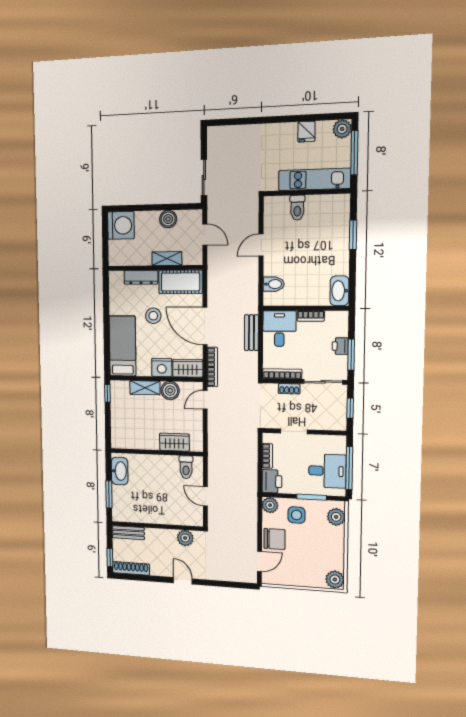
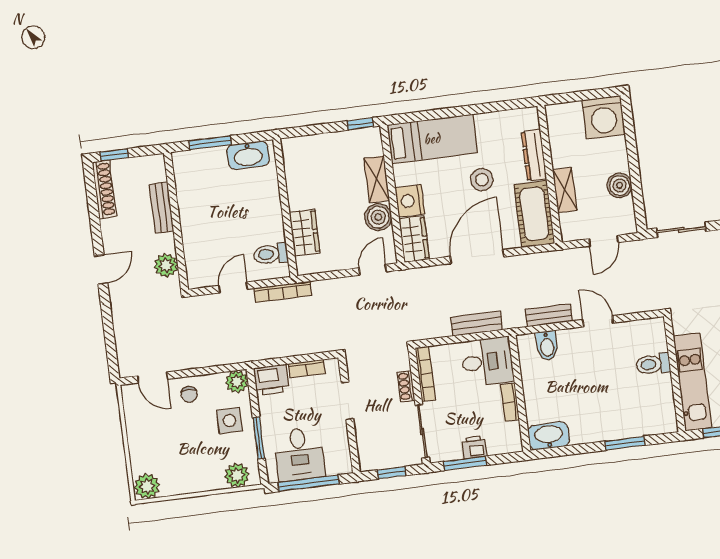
bench: (252, 280) -> (549, 315), added
bookcase: (212, 367) -> (283, 292), moved
door: (205, 400) -> (373, 270), hinge flipped
bench: (128, 533) -> (161, 208), moved
chair: (274, 539) -> (189, 394), width x0.54, depth x0.54

